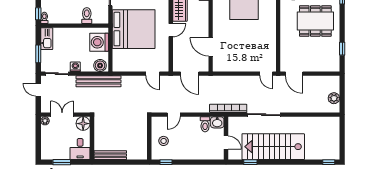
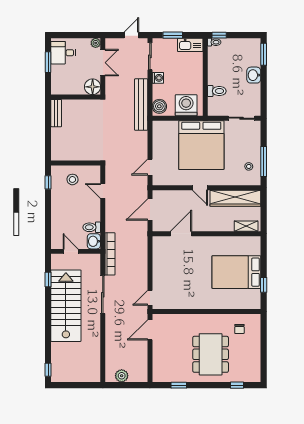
door: (226, 143) -> (71, 251), swing flipped
desk: (80, 149) -> (63, 53), moved
bench: (110, 155) -> (56, 113), width x0.73

